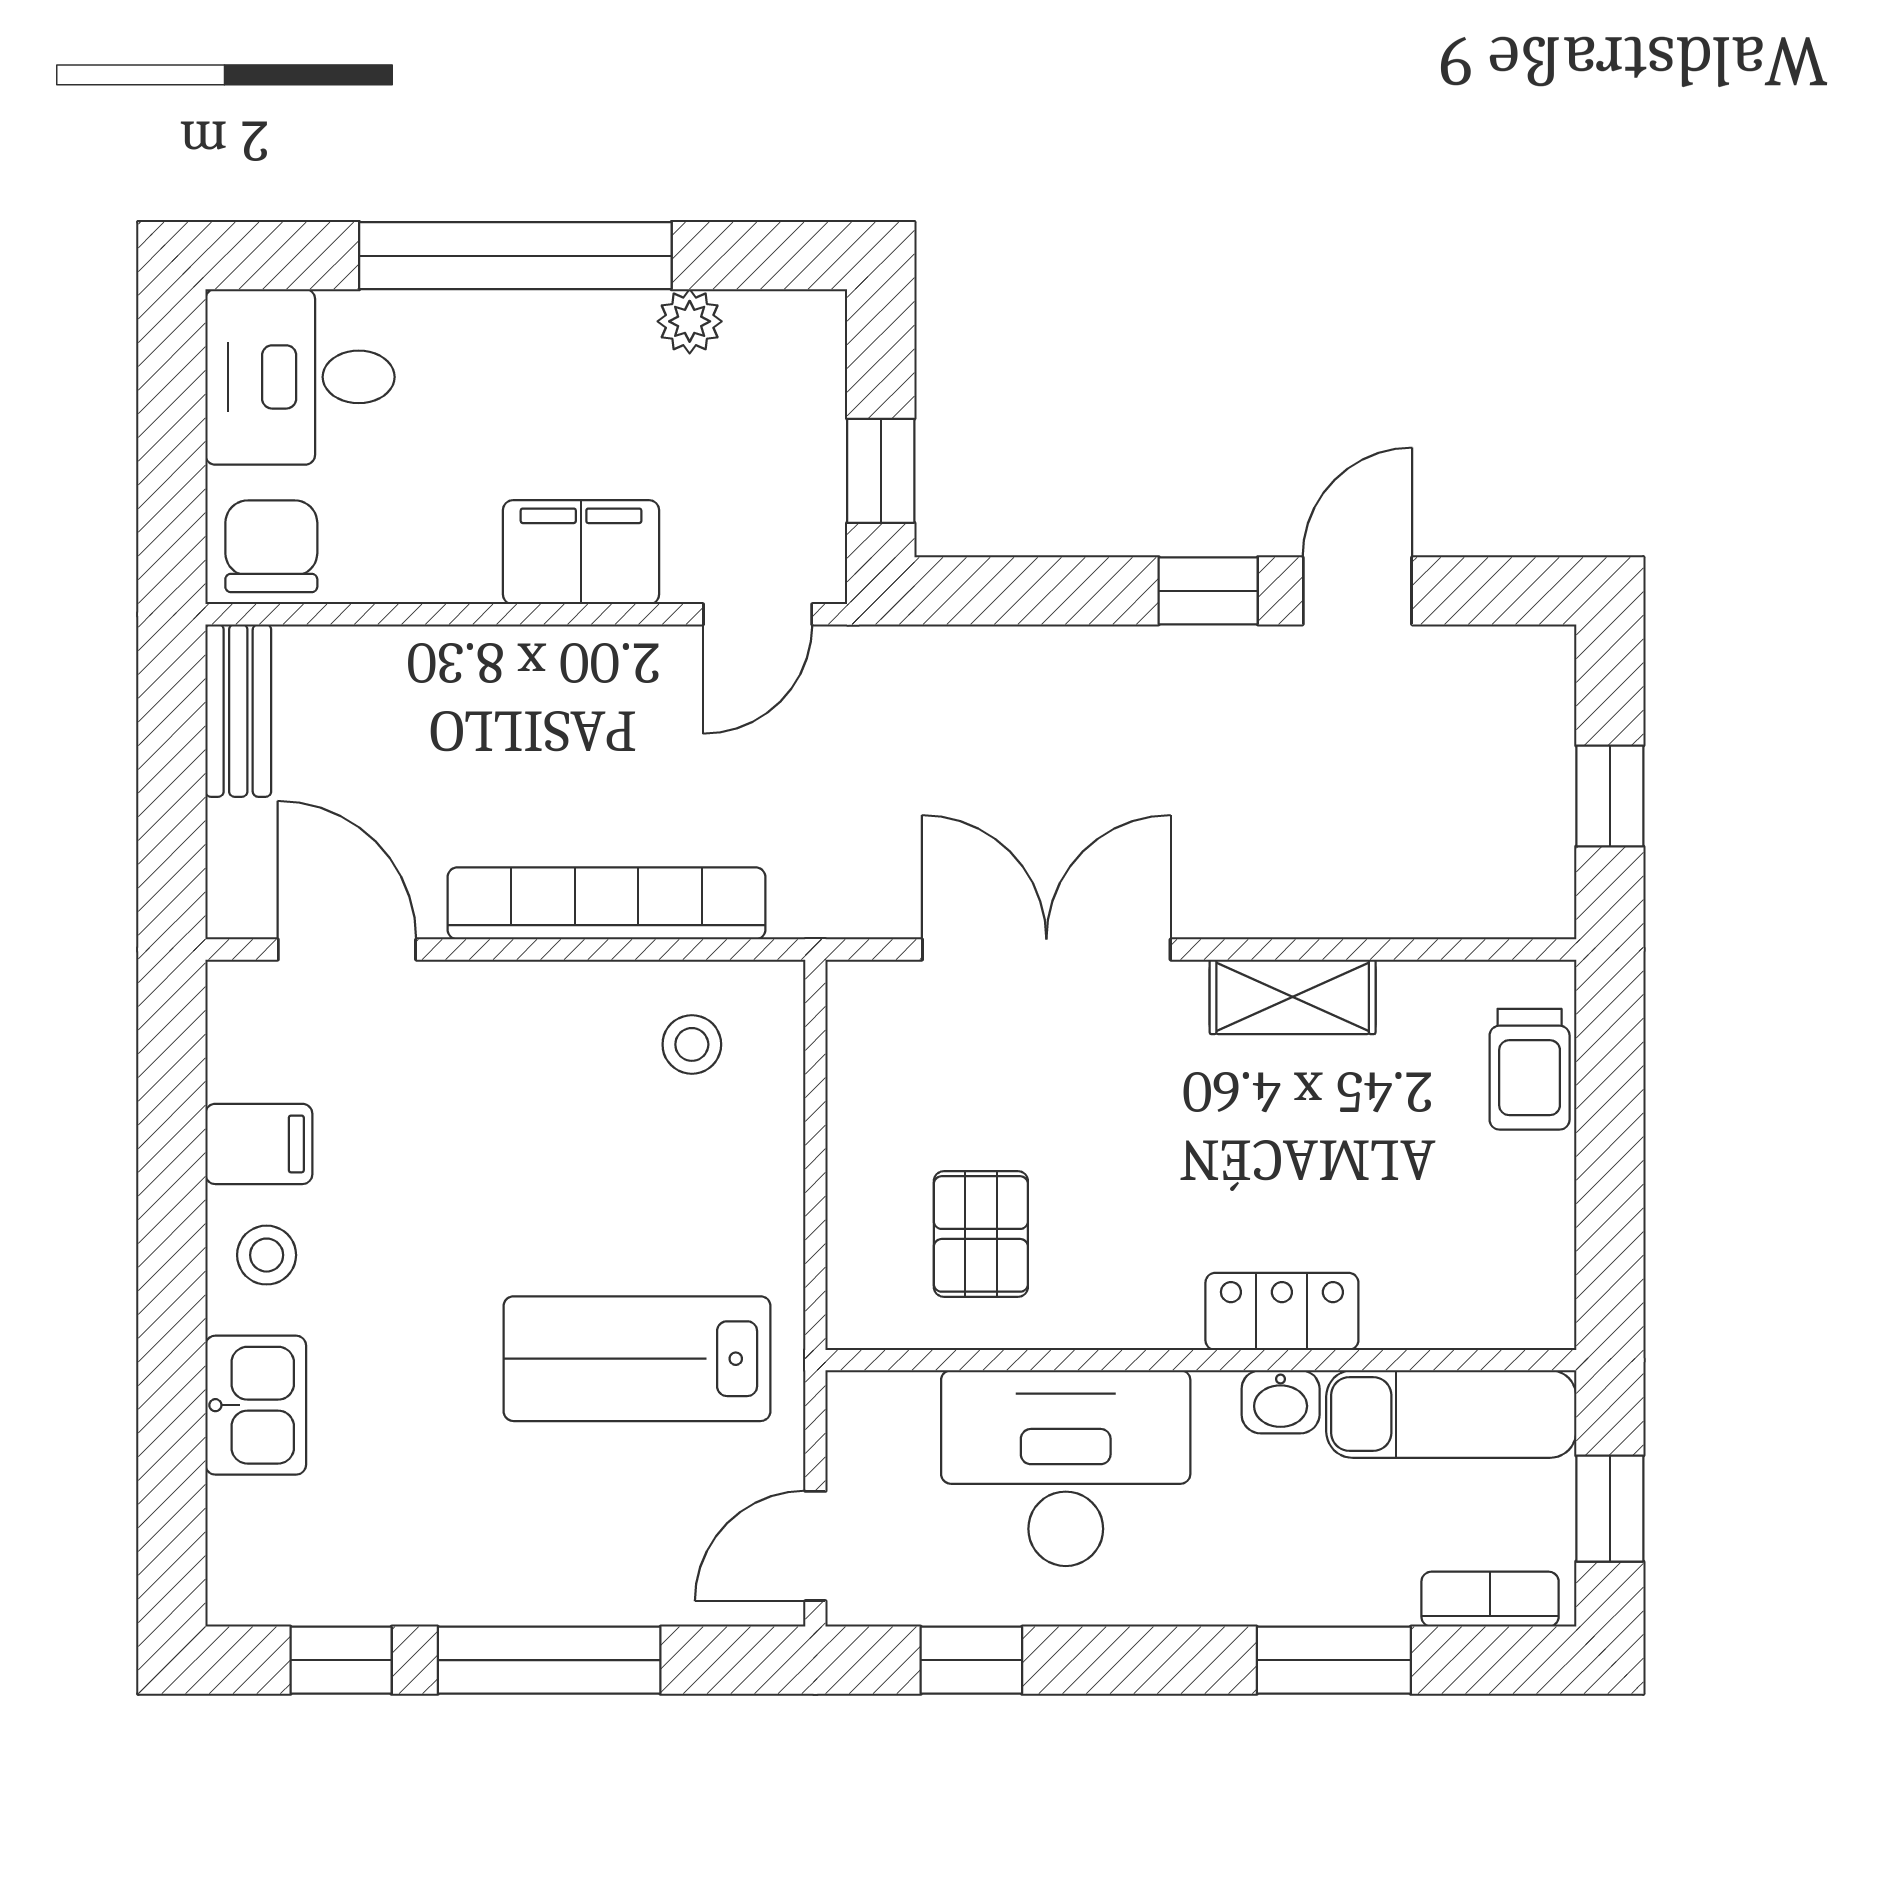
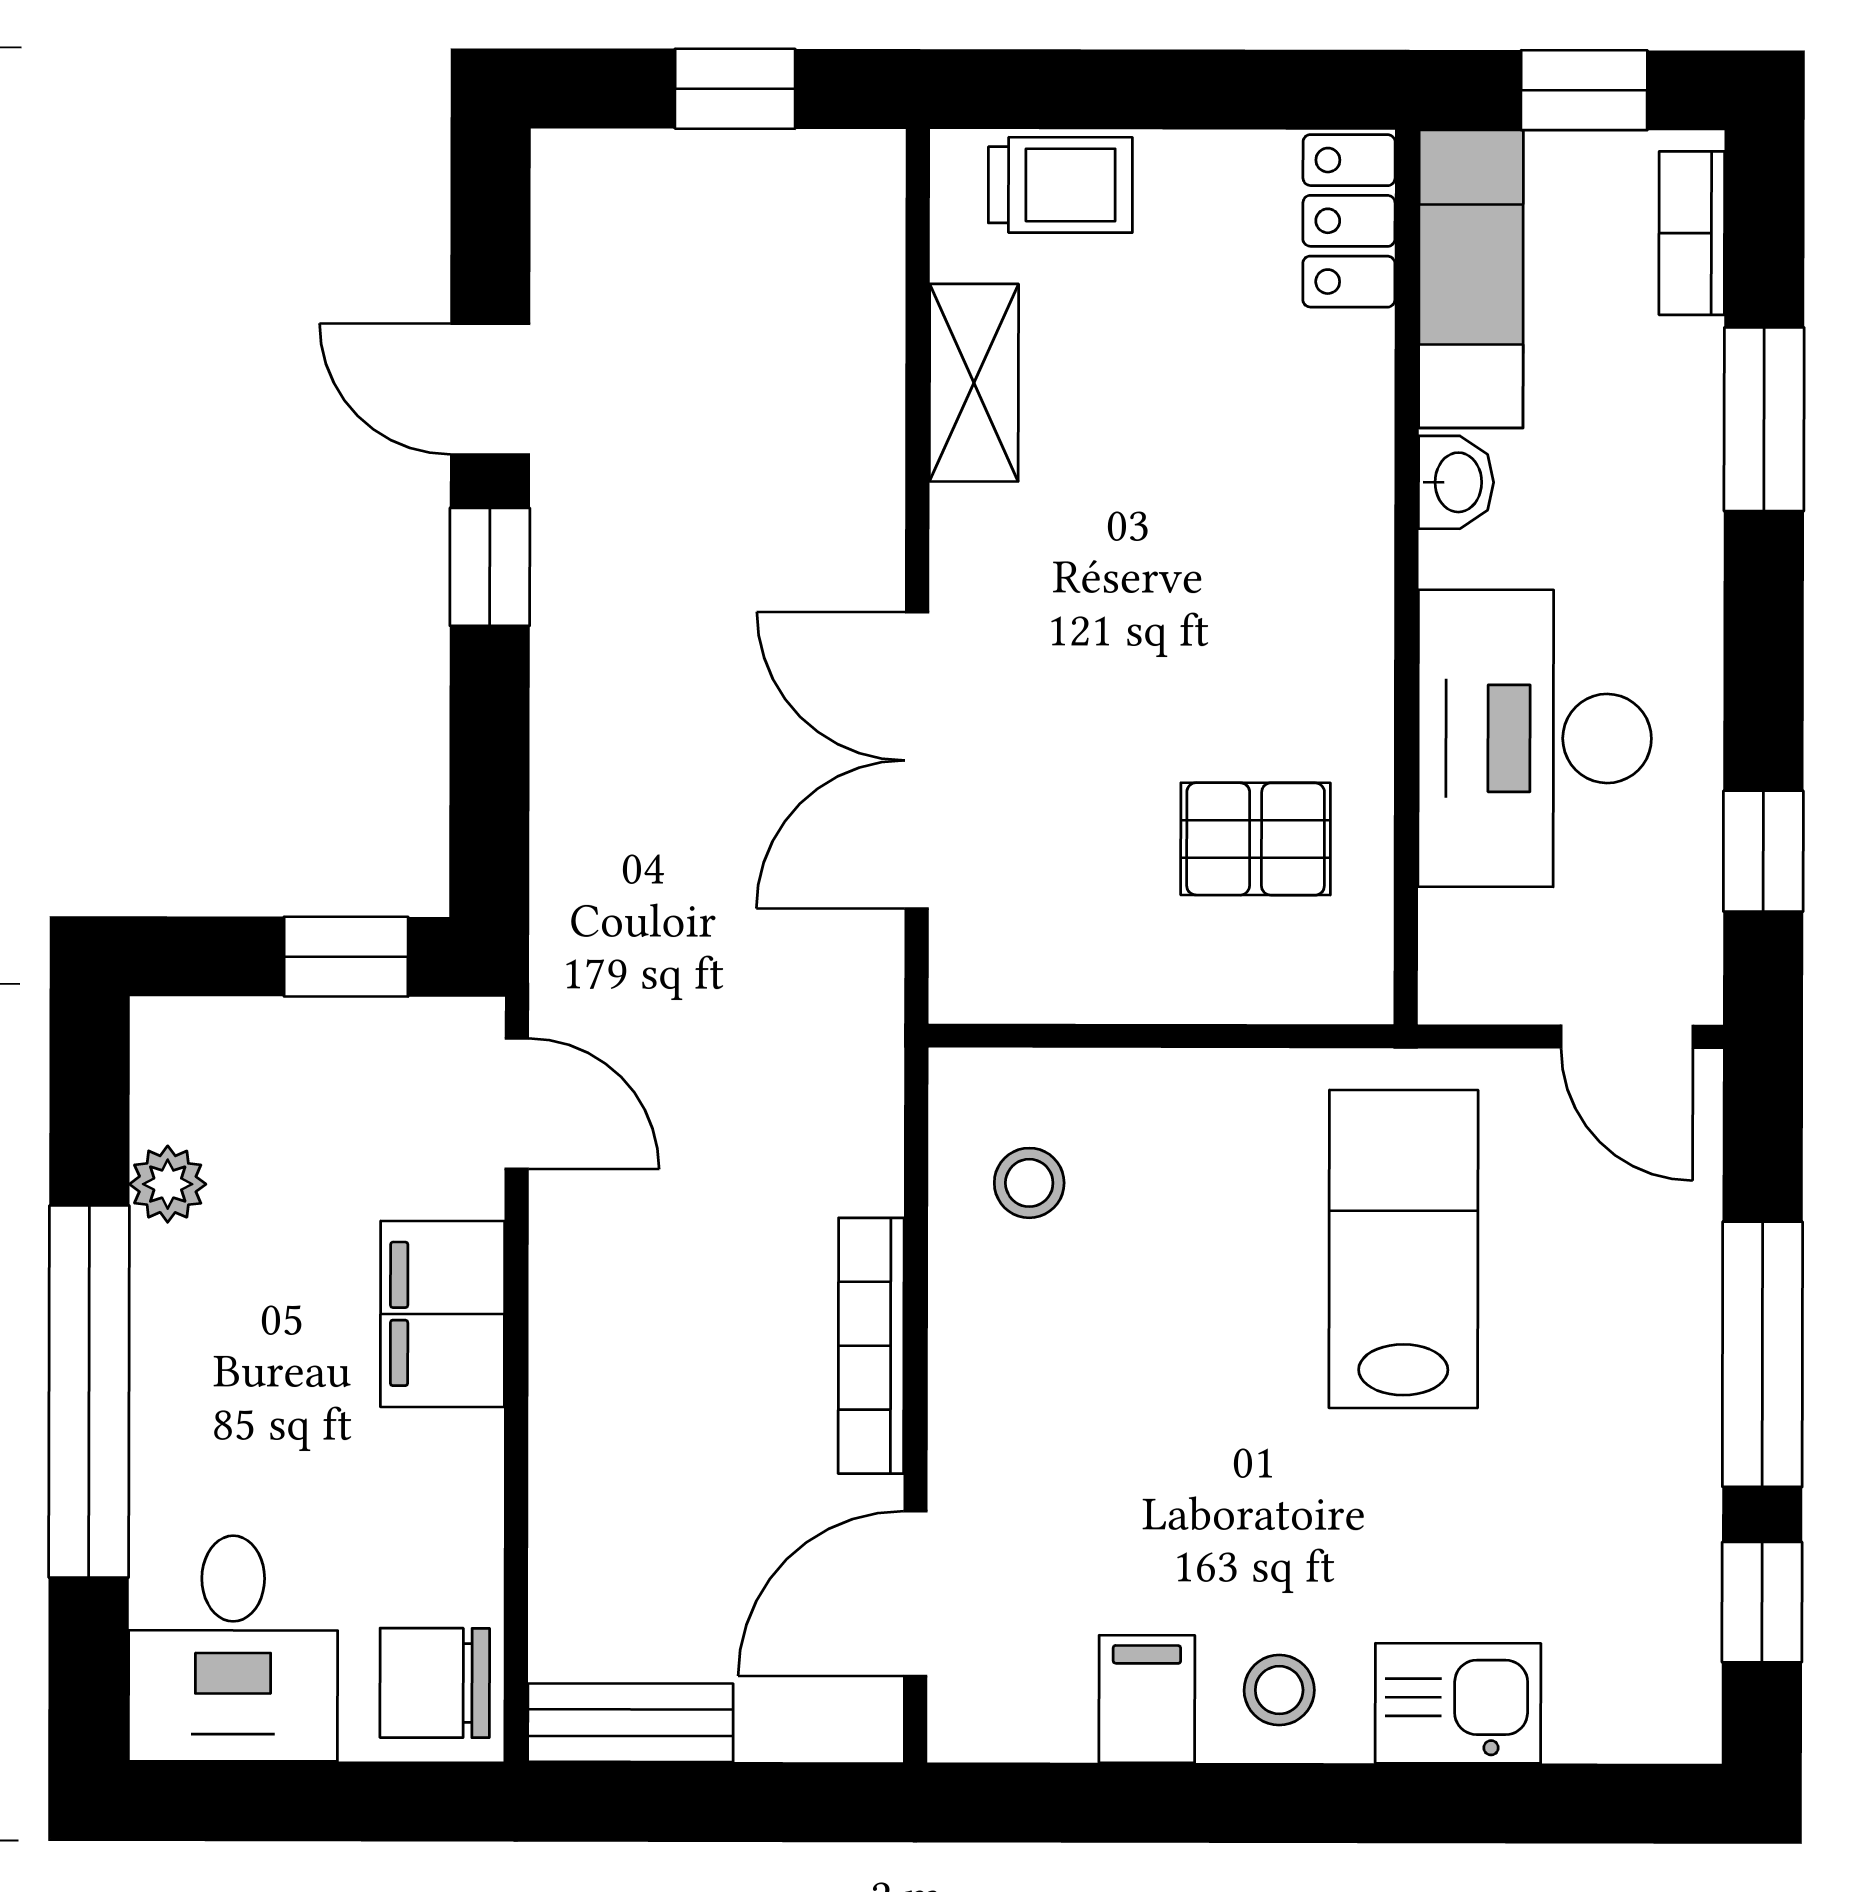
bookcase: (607, 903) -> (871, 1346), width x0.68, depth x0.76
shelving: (1293, 997) -> (974, 383), moved
locker: (1282, 1311) -> (1349, 221), moved
lab bench: (637, 1359) -> (1403, 1249), turned 180

